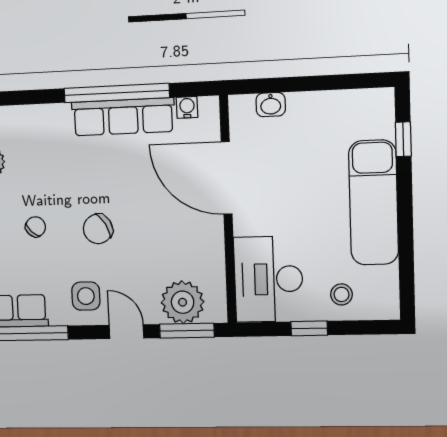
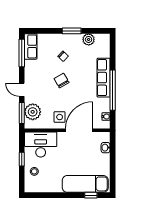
row of seats: (123, 117) -> (104, 78), moved
exam couch: (374, 203) -> (85, 184), moved
side table: (86, 296) -> (60, 117), moved
door: (126, 332) -> (22, 90), swing flipped

